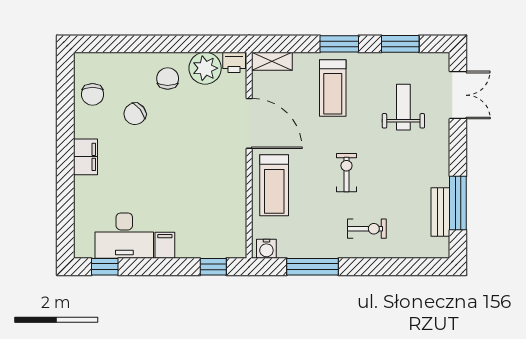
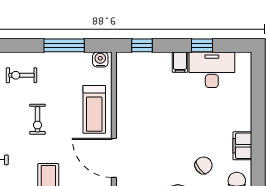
filing cabinet: (85, 157) -> (242, 146), moved
treadmill: (274, 185) -> (94, 109), turned 180
window: (105, 267) -> (202, 45), moved

